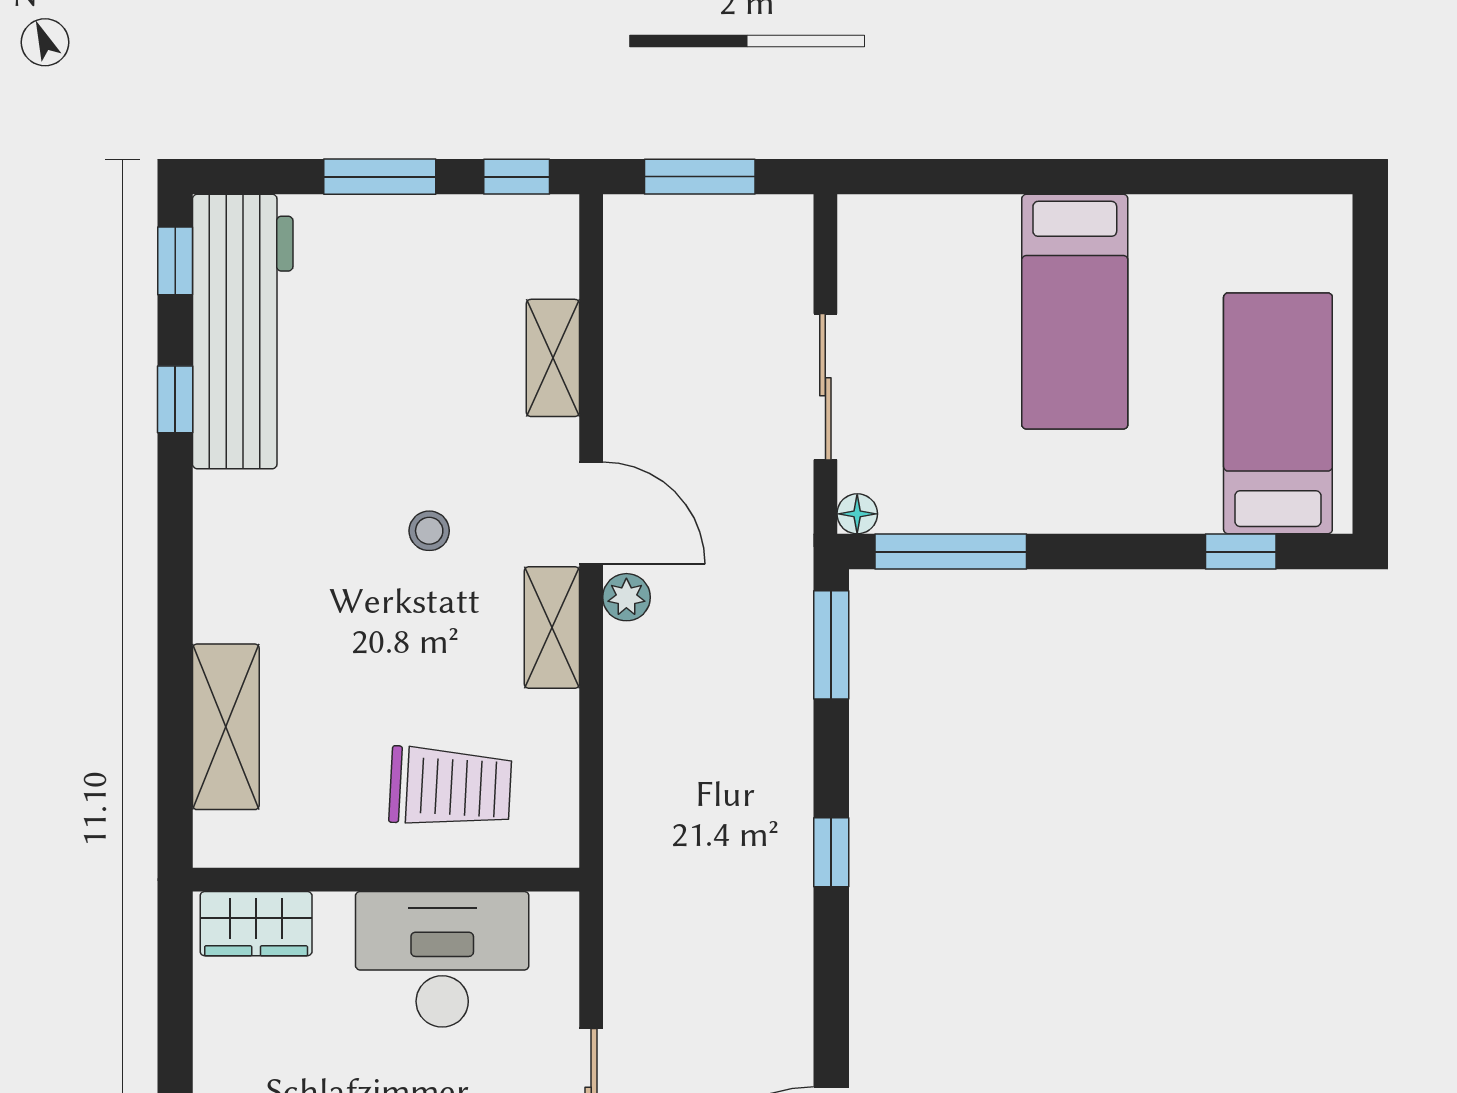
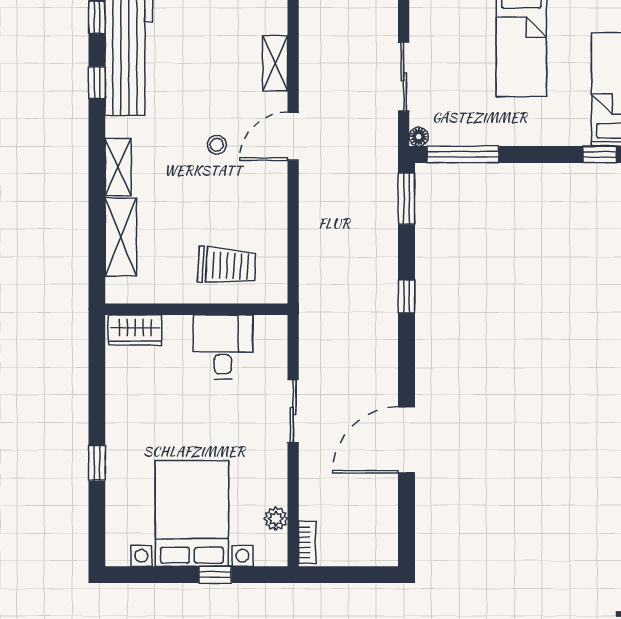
door: (591, 513) -> (293, 136), swing flipped
plant: (626, 597) -> (310, 176), removed
shelving: (552, 628) -> (118, 167), moved
desk: (442, 959) -> (223, 347), width x0.73

